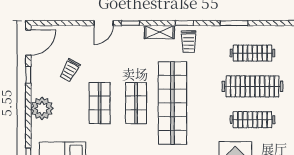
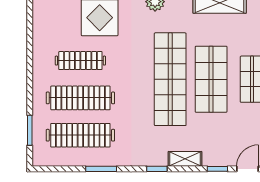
trolley: (189, 42) -> (152, 148), removed
clothes rail: (252, 53) -> (80, 135), width x1.37, depth x1.31
shop shelf: (136, 103) -> (211, 79), width x1.43, depth x1.36

